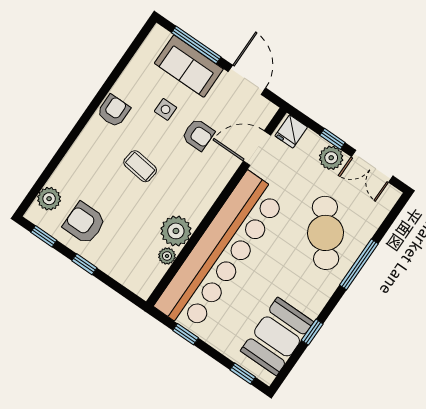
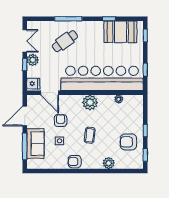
plant: (49, 199) -> (109, 163), moved
armchair: (84, 223) -> (128, 142), turned 90
plant: (176, 231) -> (90, 103), moved
cafe table: (325, 233) -> (65, 41), width x0.73, depth x0.74

